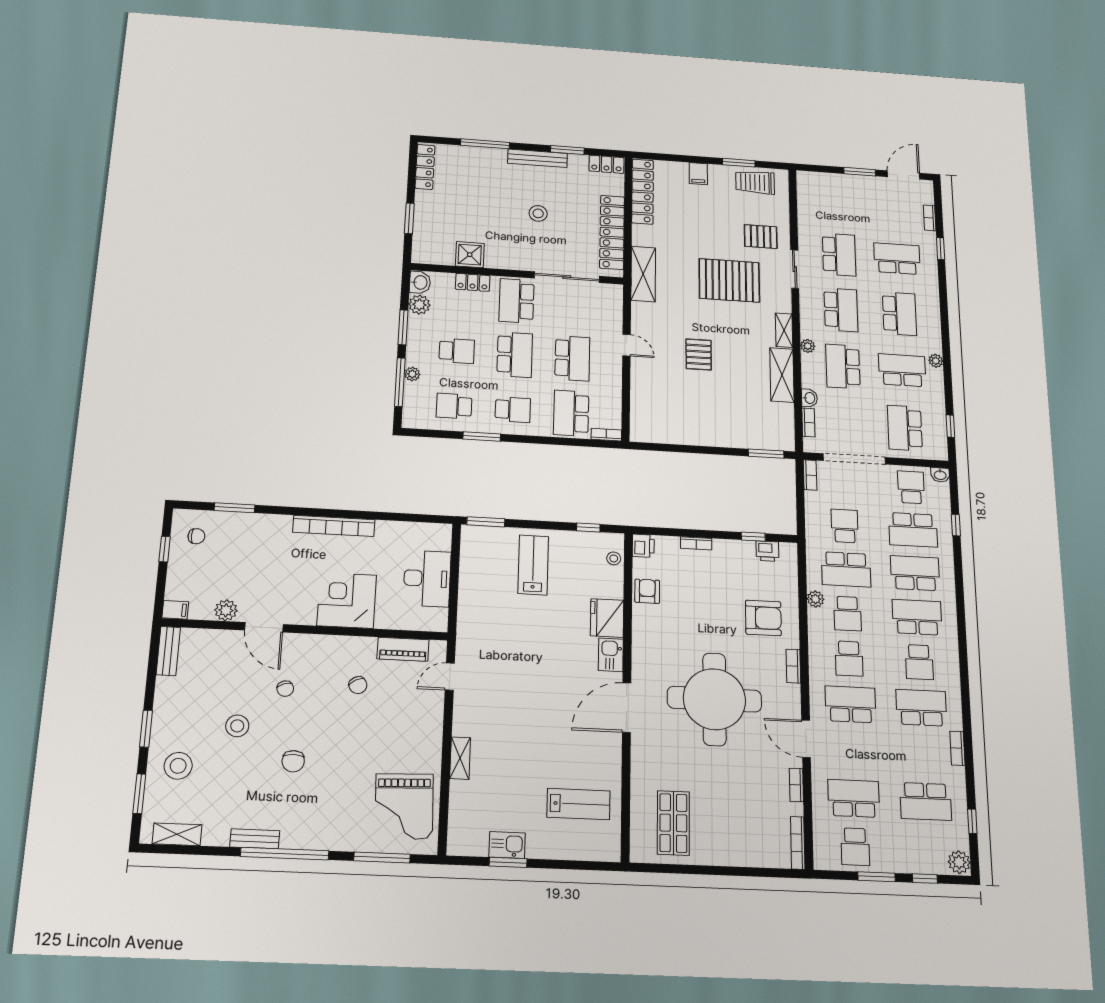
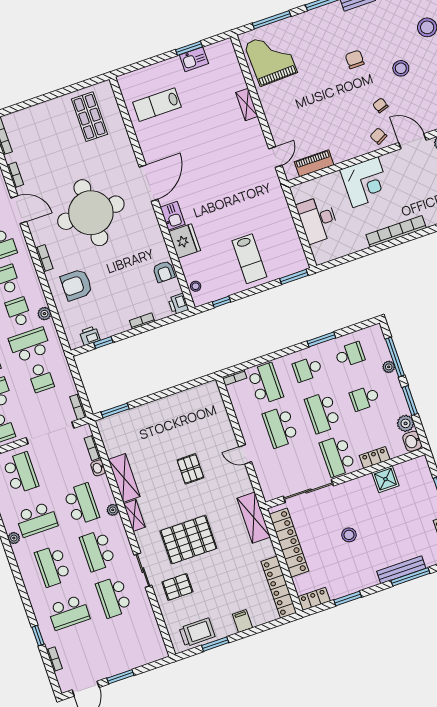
bench: (538, 158) -> (401, 570), moved
school desk: (517, 301) -> (337, 456), turned 180
chair: (358, 685) -> (378, 136), moved

